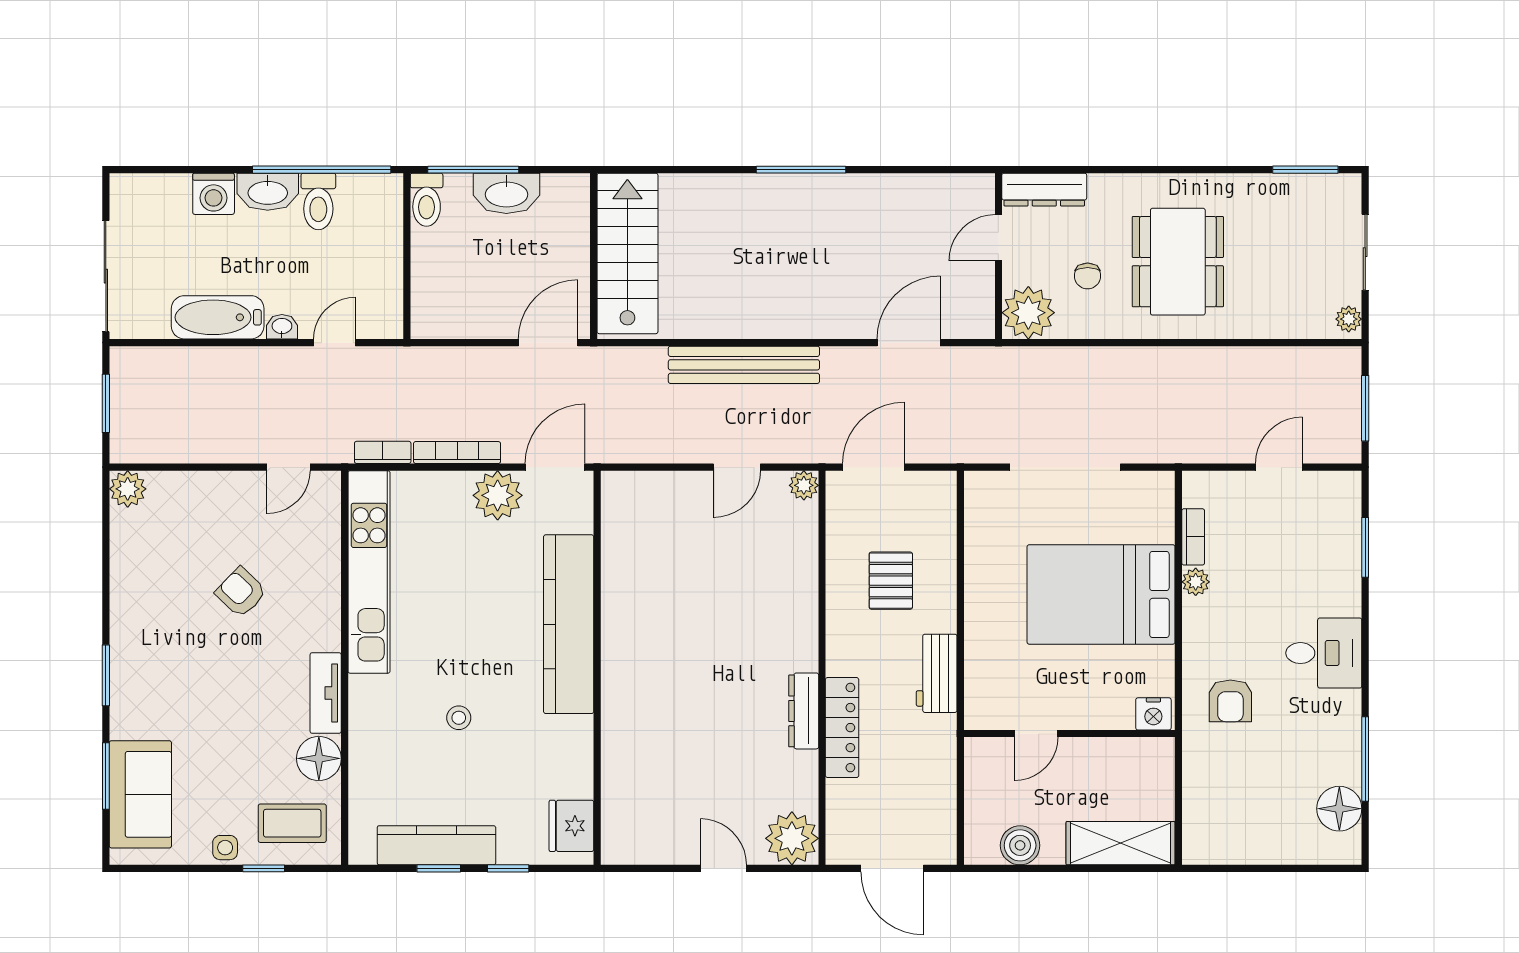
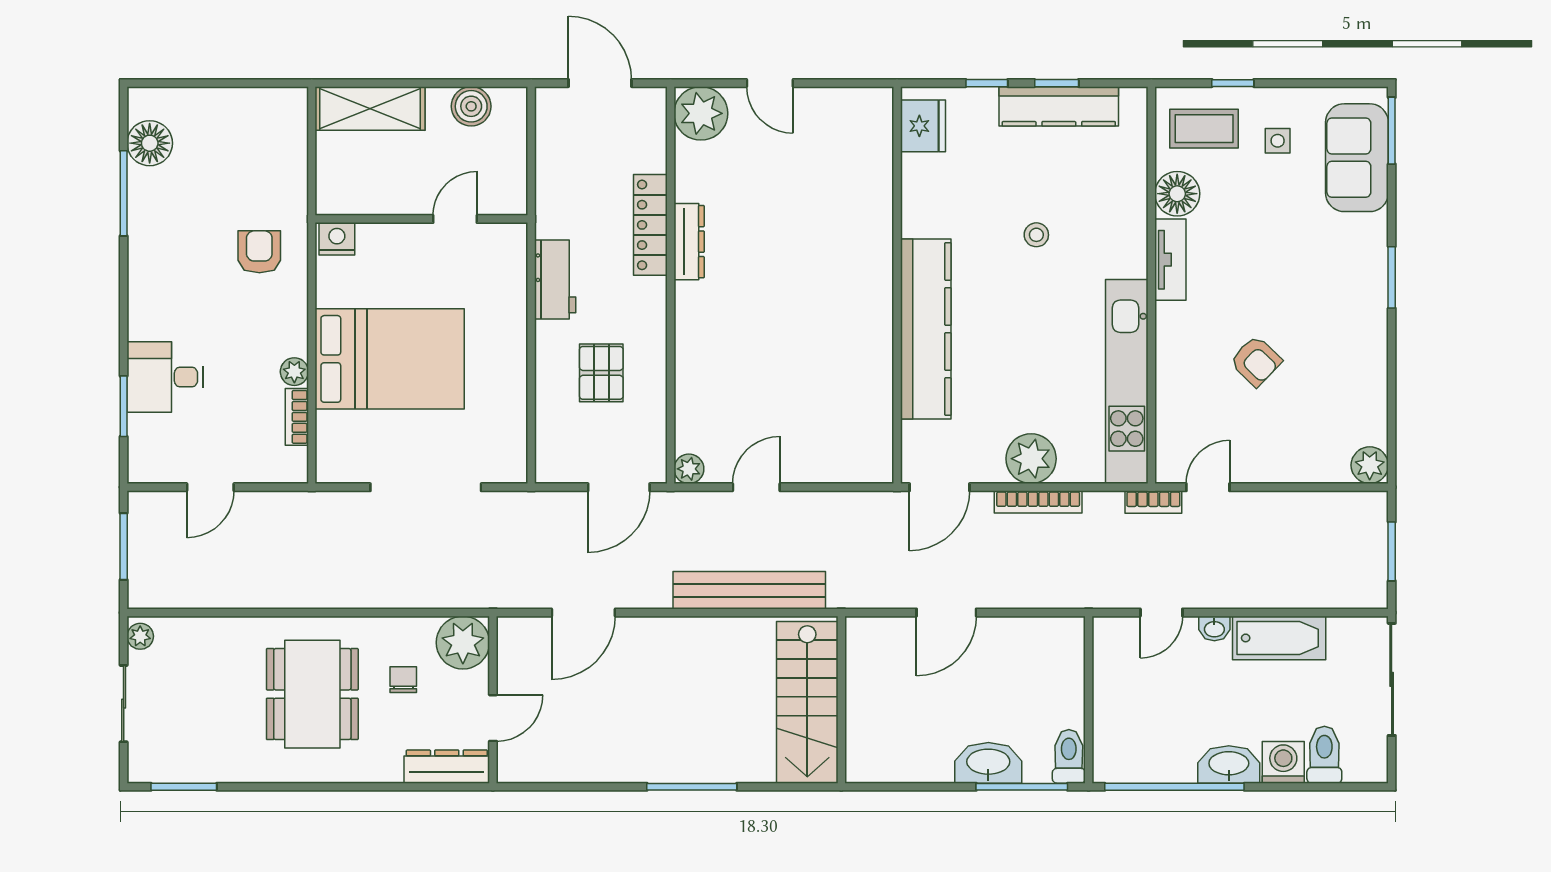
toilet: (318, 201) -> (1324, 755), moved
stairs: (627, 253) -> (807, 702), moved
wall: (594, 256) -> (841, 700), moved
bookcase: (383, 452) -> (1153, 502), moved
plant: (498, 495) -> (1031, 459), moved
desk: (1324, 653) -> (165, 377), moved
window: (106, 776) -> (1392, 131), moved
side table: (225, 848) -> (1278, 141), moved

